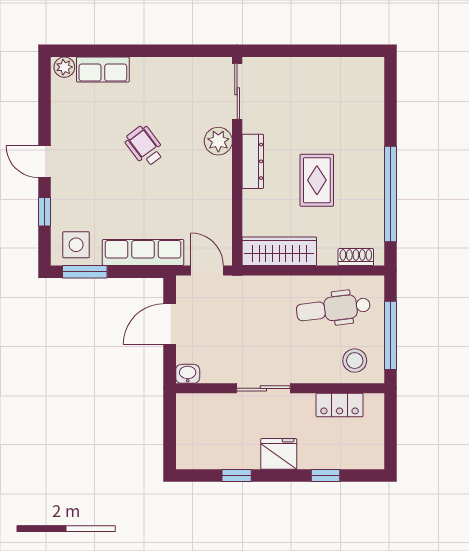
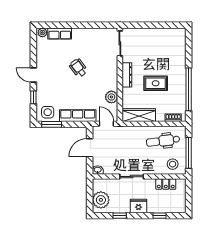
plant: (218, 141) -> (111, 97), moved
rug: (317, 180) -> (156, 83), turned 90
plant: (195, 440) -> (101, 200), added

